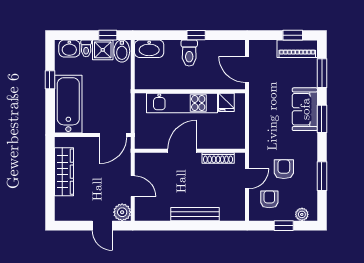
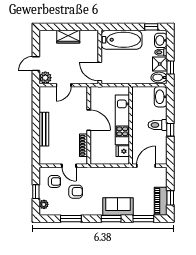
window: (50, 80) -> (151, 27), moved
wardrobe: (64, 172) -> (68, 37), width x0.67

